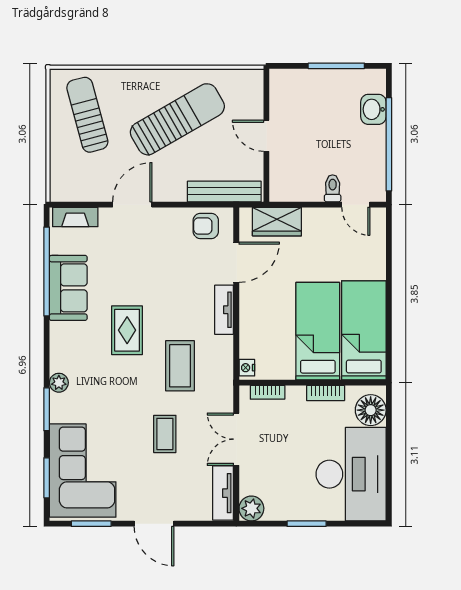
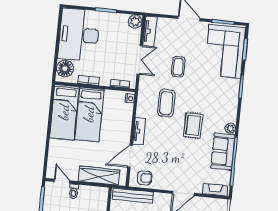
wardrobe: (277, 222) -> (99, 176), width x1.50
plant: (59, 383) -> (230, 128), moved

